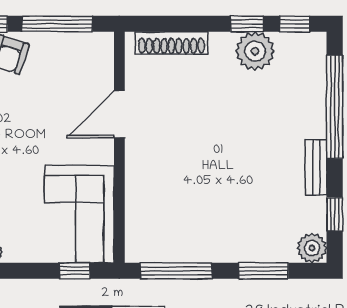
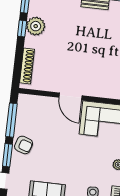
door: (119, 114) -> (70, 97), moved

